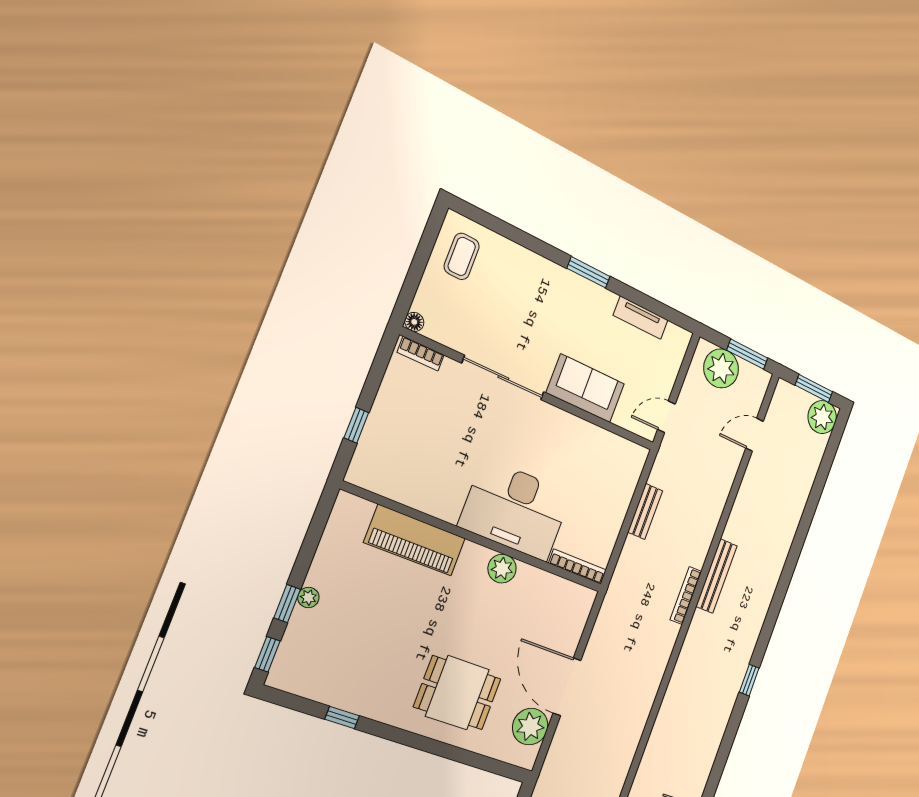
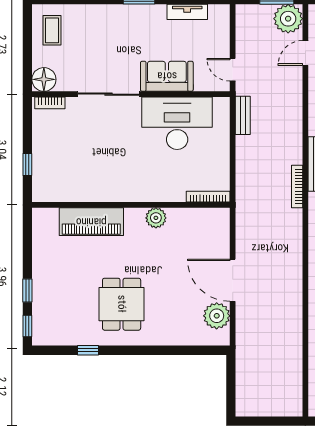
floor lamp: (414, 322) -> (44, 79), width x1.89, depth x1.89
plant: (721, 368) -> (288, 19), moved
door: (666, 417) -> (233, 70), hinge flipped
desk: (515, 510) -> (177, 123), moved, turned 180
bench: (645, 511) -> (243, 115), moved
plant: (308, 597) -> (39, 282), removed
dining table: (457, 693) -> (122, 304), moved, turned 90

